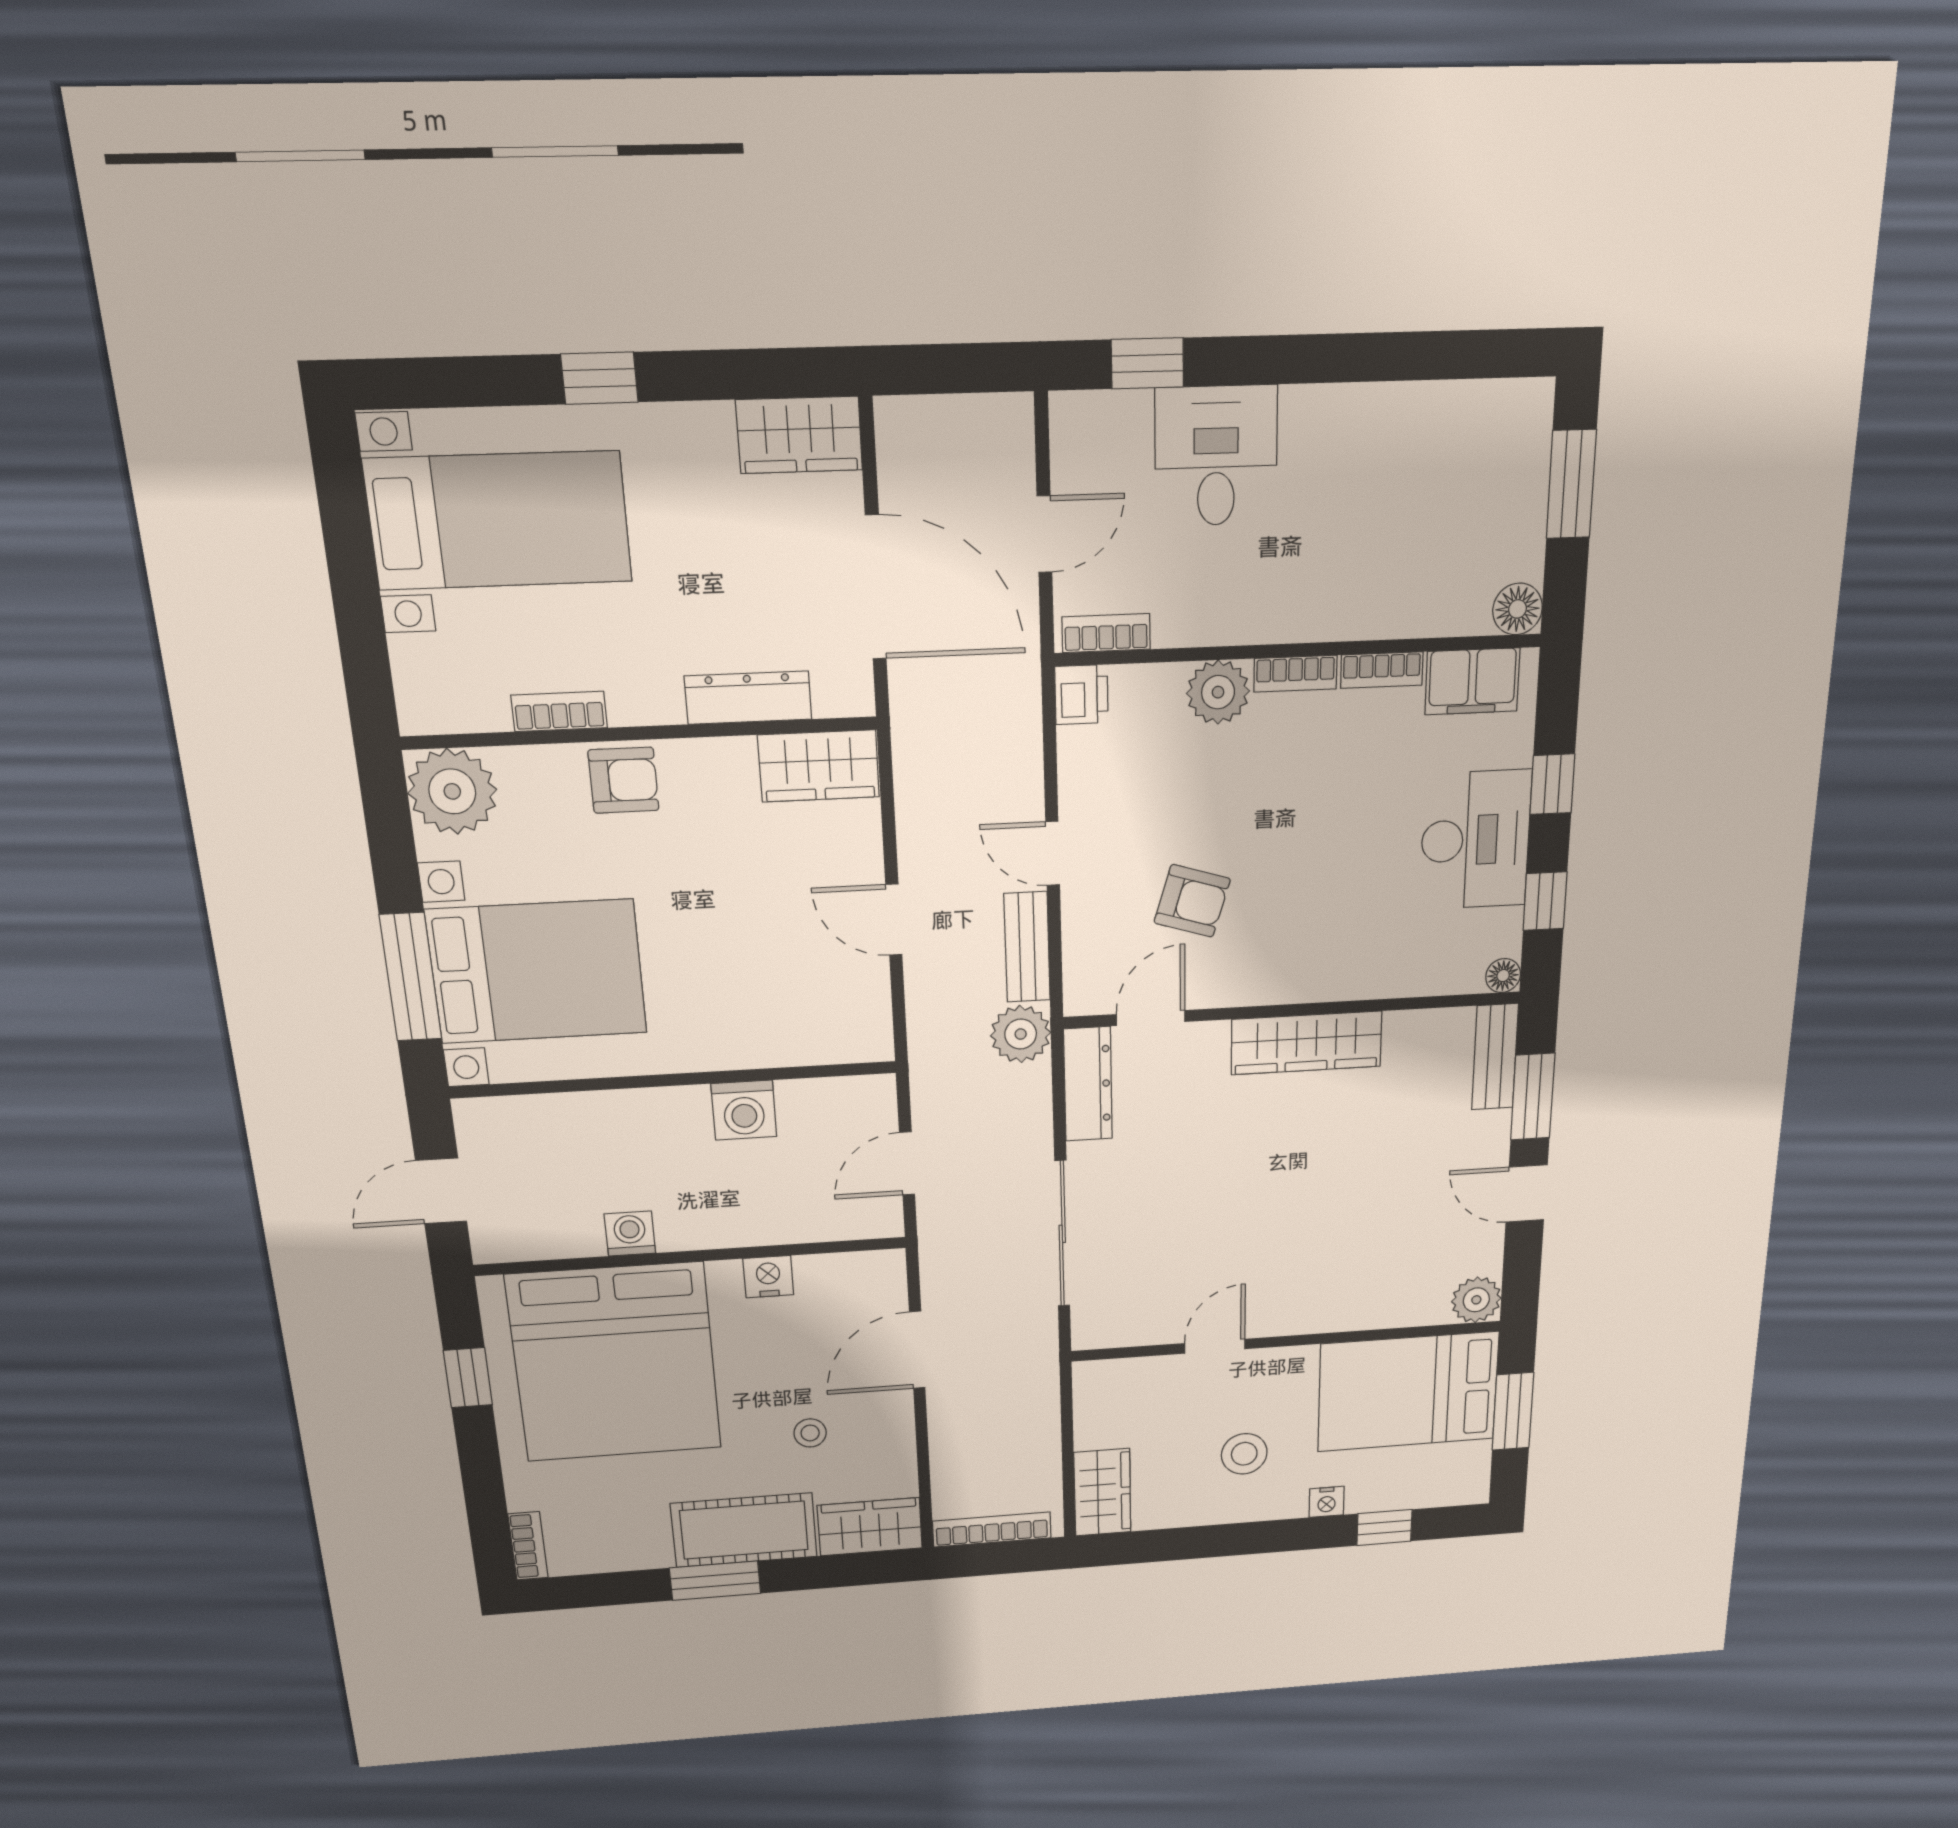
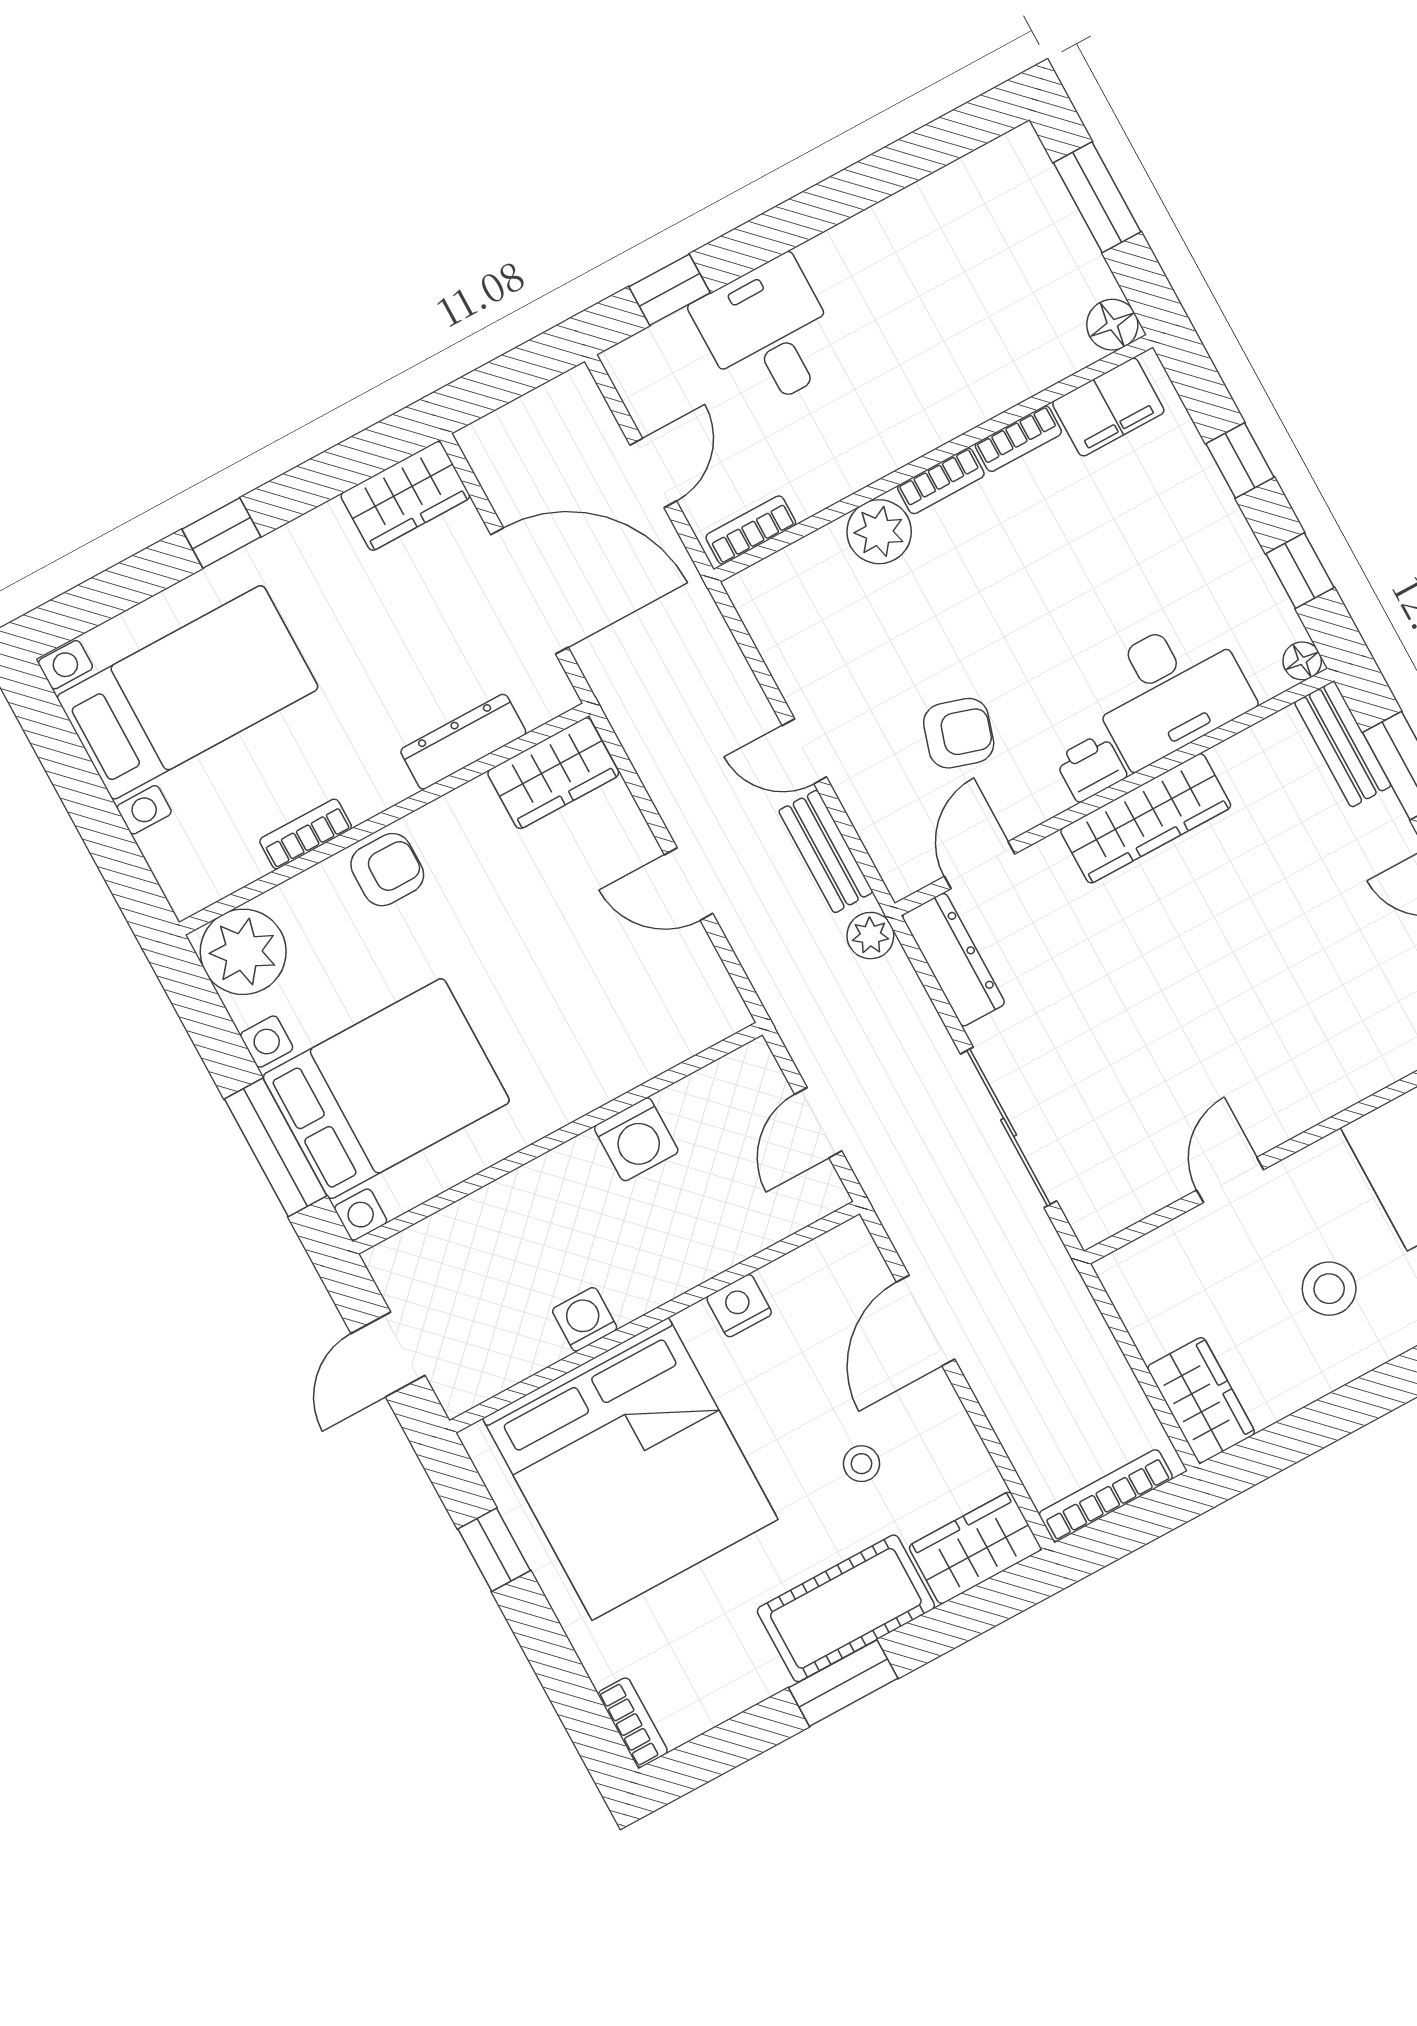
printer: (1081, 695) -> (1091, 767), moved, turned -90
desk: (1475, 840) -> (1169, 690), moved, turned 90
plant: (1021, 1034) -> (870, 936), width x0.73, depth x0.73

